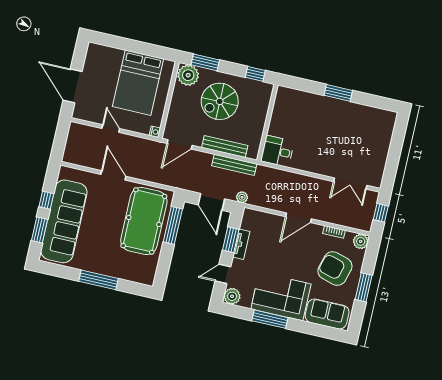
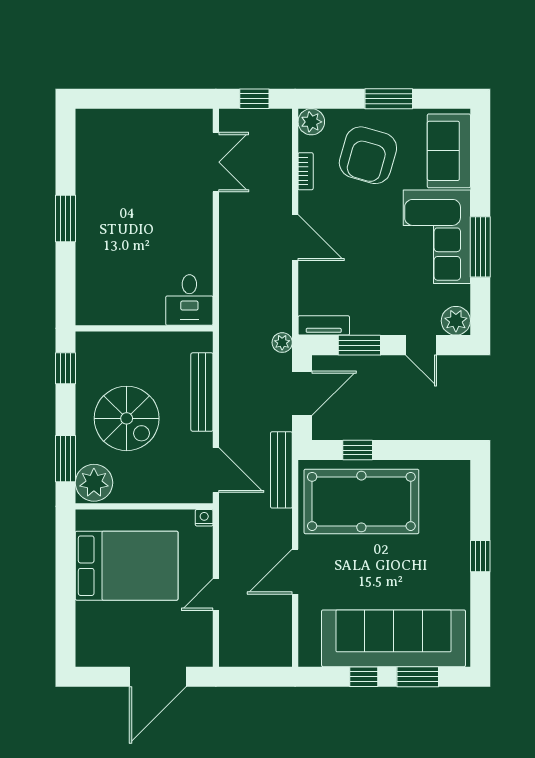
bench: (234, 165) -> (281, 470), moved
window: (173, 225) -> (358, 450), width x0.46
tv unit: (241, 244) -> (324, 325), moved
window: (98, 280) -> (480, 556), width x0.46

